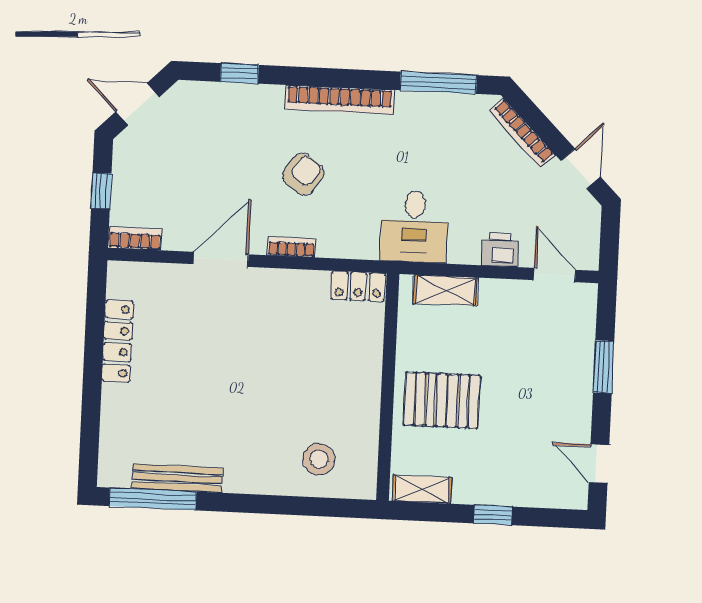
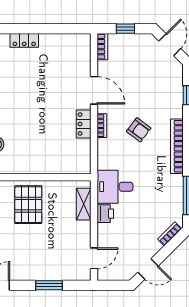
bookcase: (522, 133) -> (170, 234), width x0.64
printer: (500, 250) -> (105, 214), moved
locker: (358, 286) -> (84, 124), moved
locker: (118, 341) -> (24, 40), moved, width x0.66

